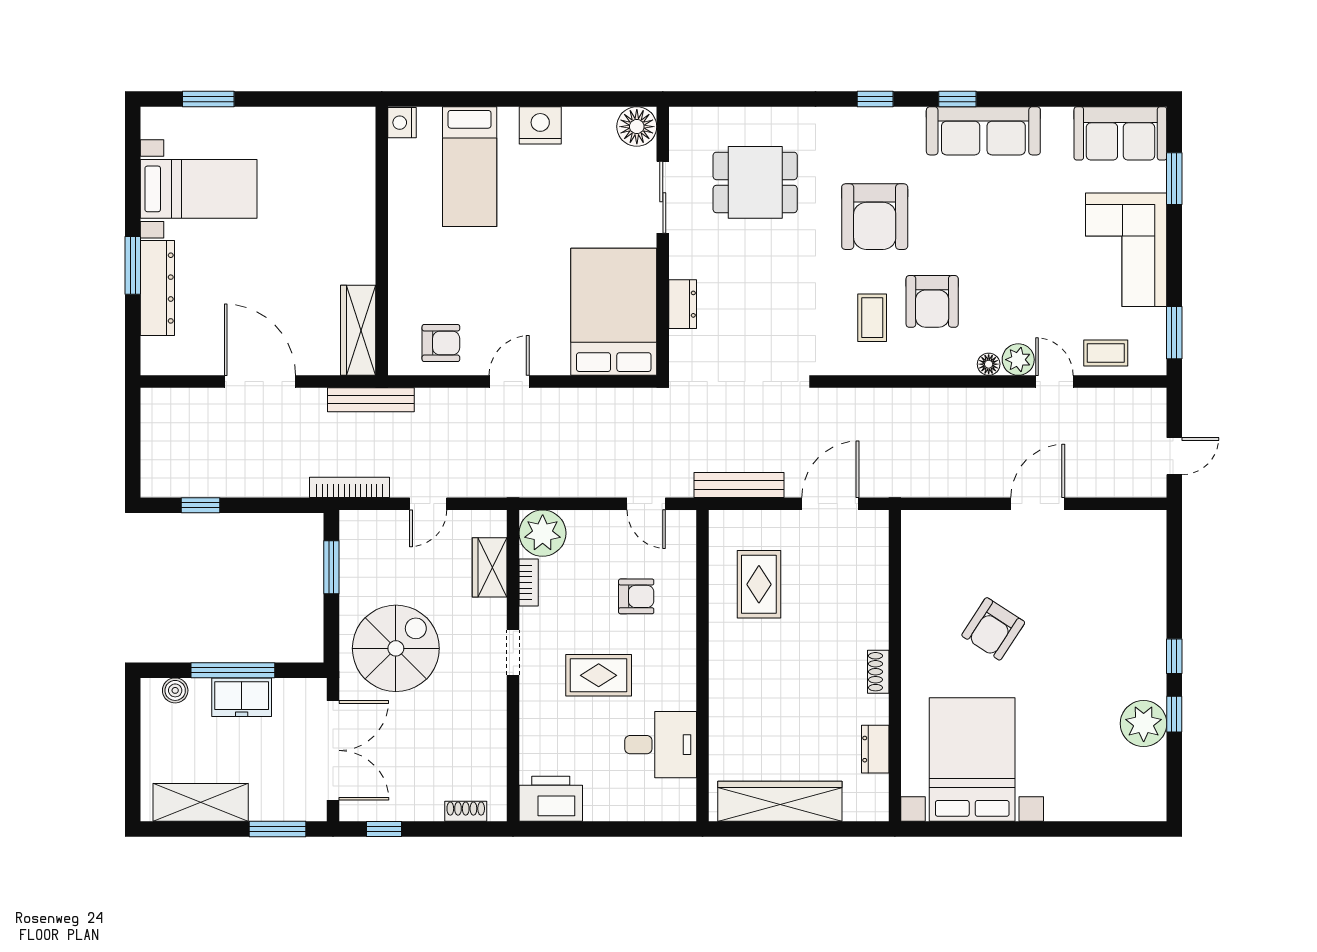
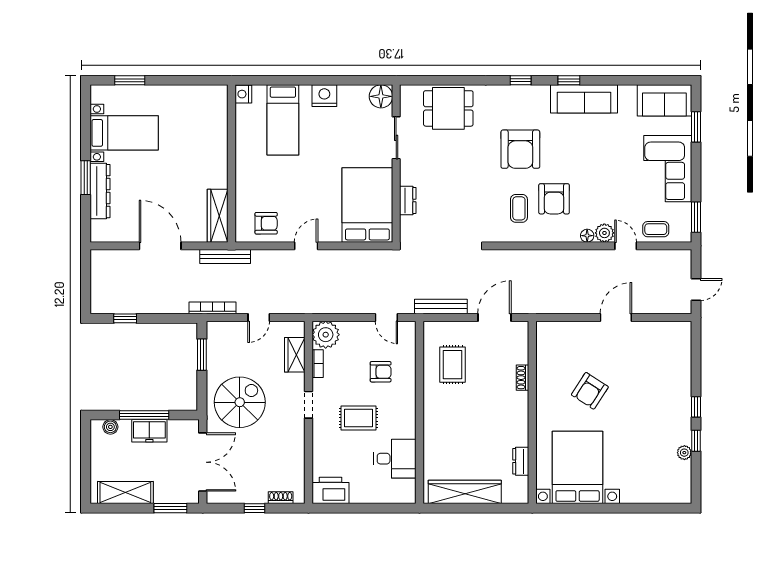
dining table: (755, 182) -> (448, 108), moved
shoe rack: (878, 672) -> (522, 378), moved
plant: (1144, 724) -> (684, 453), width x0.53, depth x0.53
window: (384, 829) -> (254, 508), moved

